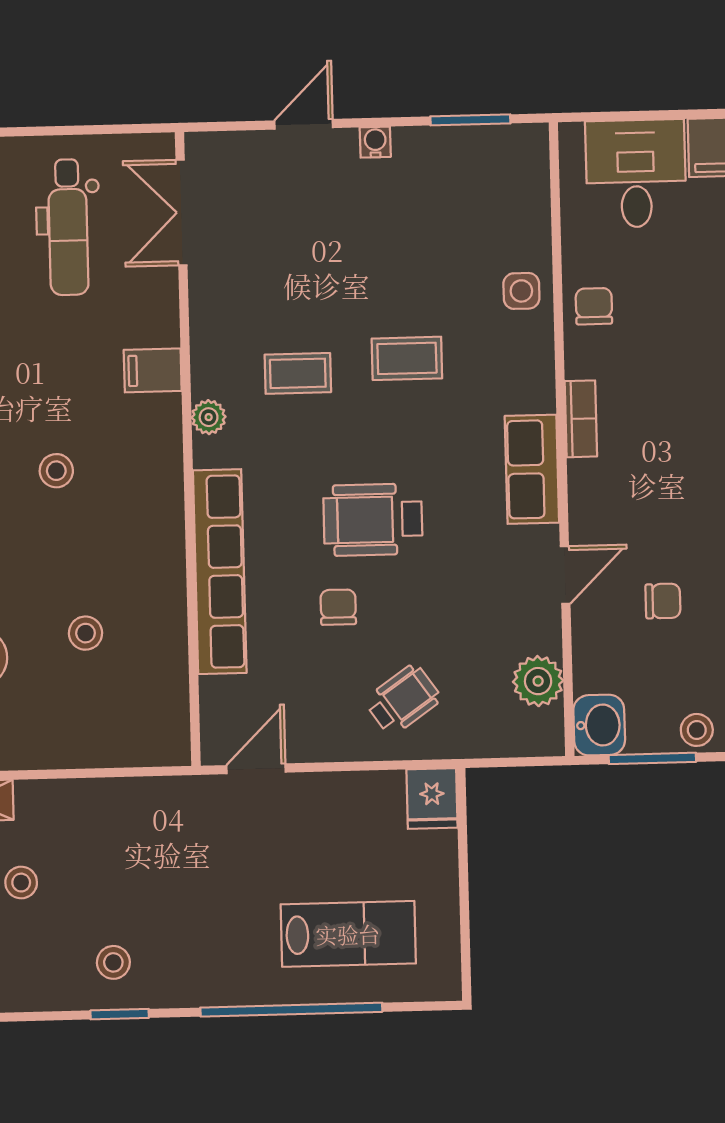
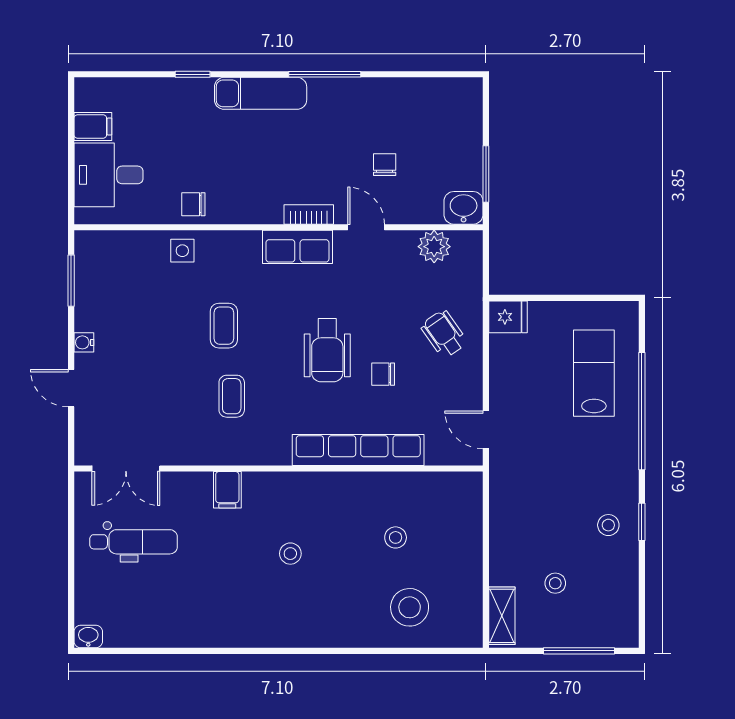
plant: (209, 417) -> (258, 454), removed
bookcase: (581, 419) -> (309, 214), moved
stool: (697, 730) -> (468, 145), removed

